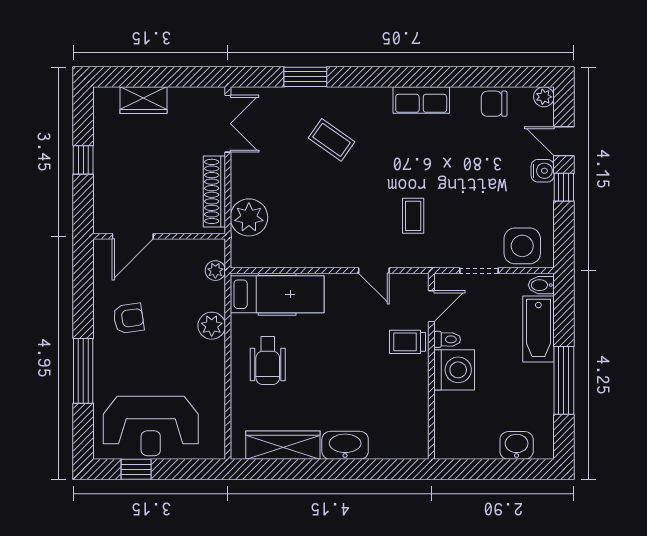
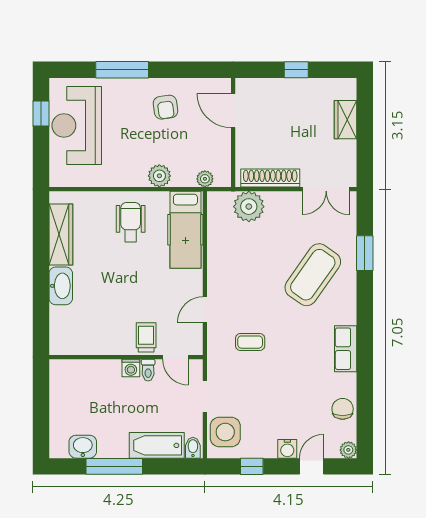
coffee table: (332, 140) -> (313, 275), width x1.86, depth x1.72
window: (564, 187) -> (252, 466), moved
wheelchair: (268, 361) -> (131, 222), turned 90
washing machine: (454, 370) -> (131, 368), width x0.53, depth x0.53
washbasin: (517, 445) -> (83, 447), moved, turned -90

